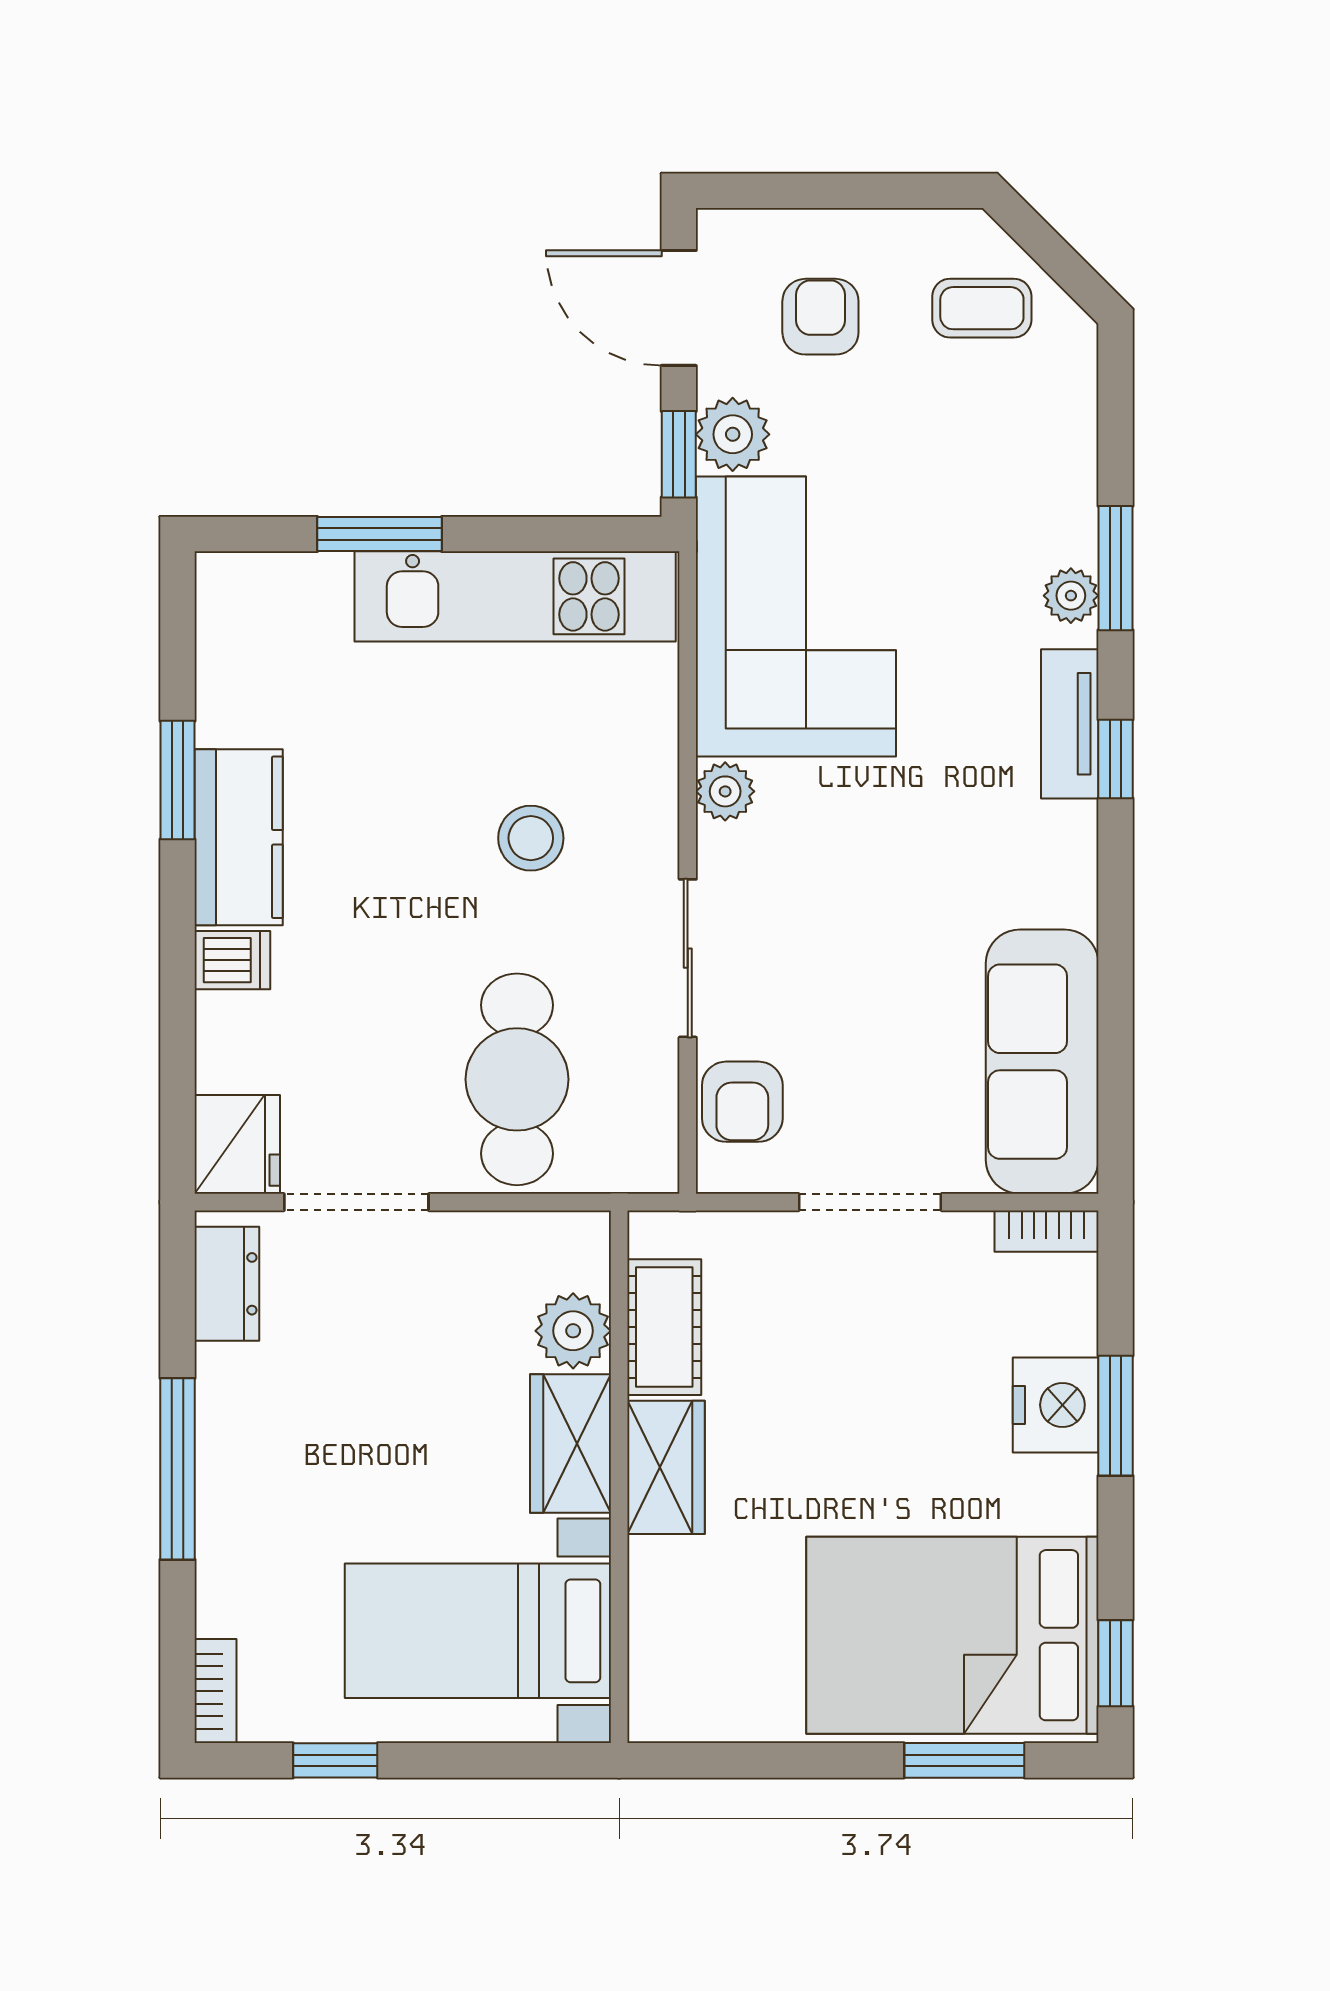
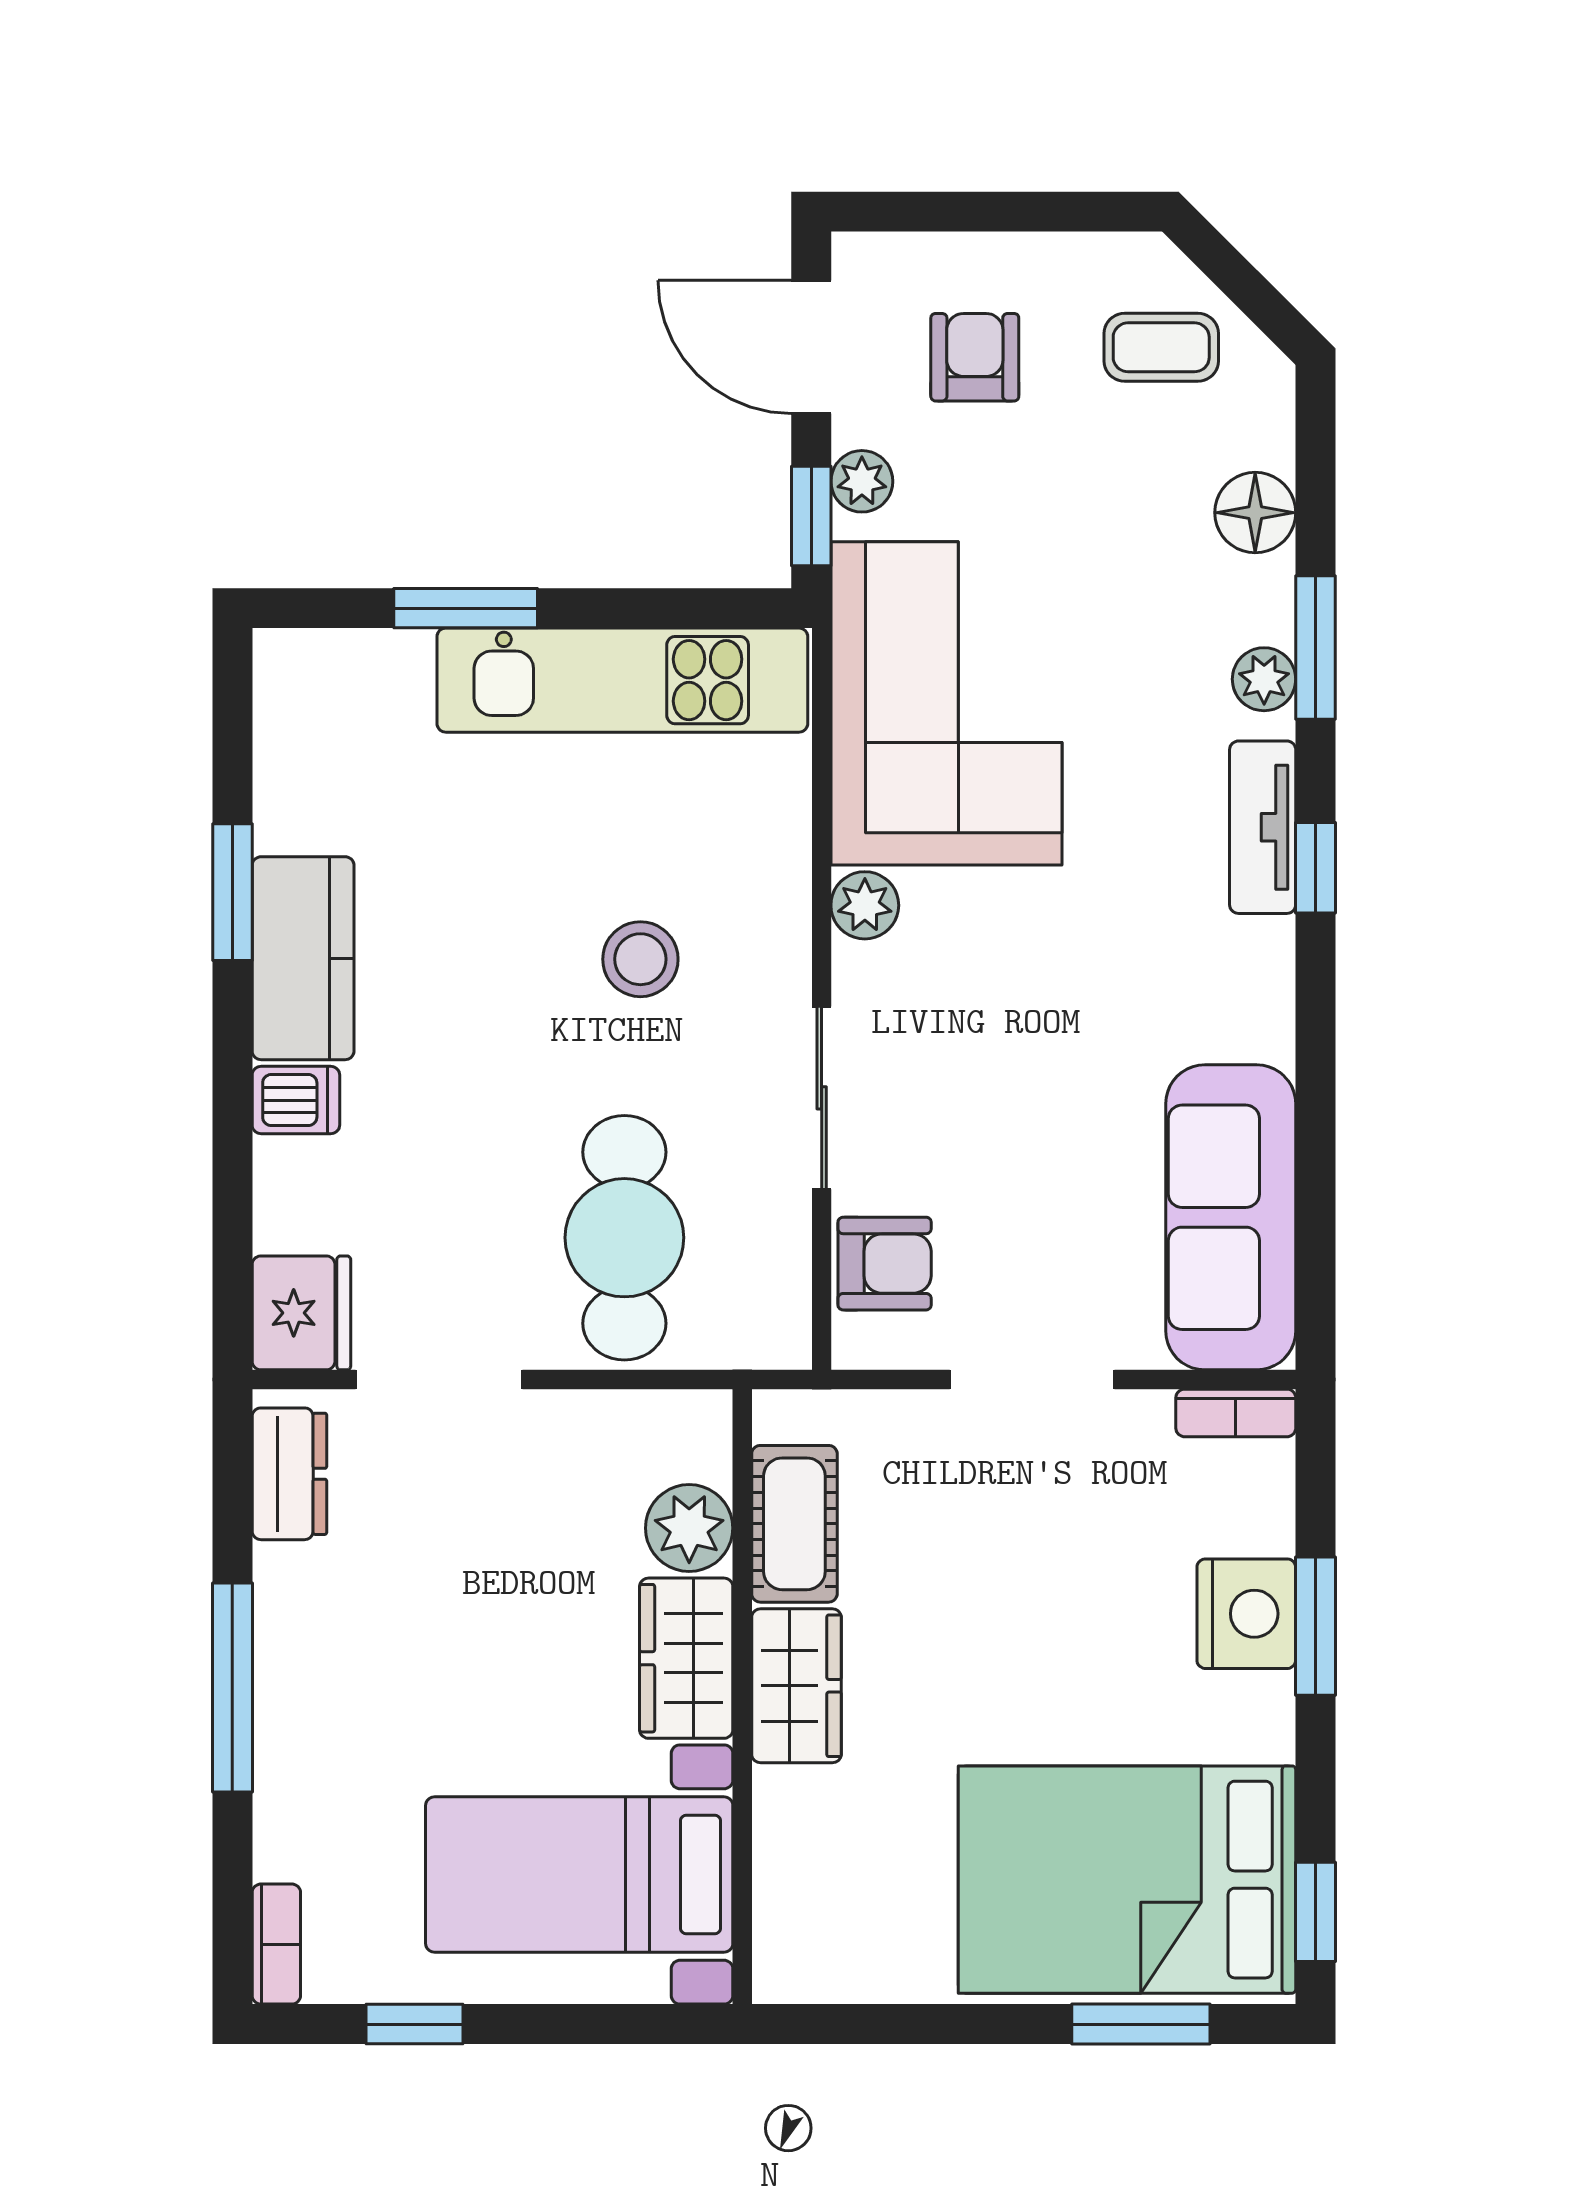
plant: (733, 434) -> (862, 481), width x0.73, depth x0.73
floor lamp: (1063, 451) -> (1255, 513), added
armchair: (742, 1102) -> (885, 1264), turned -90

